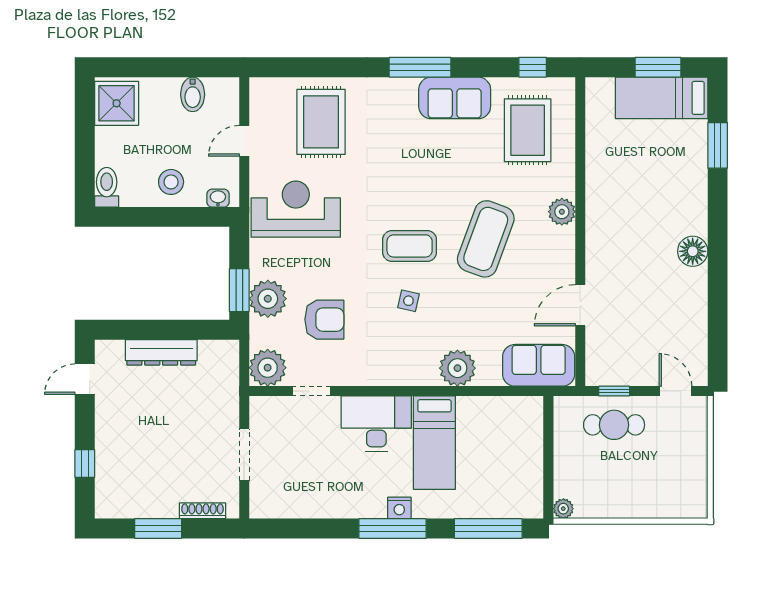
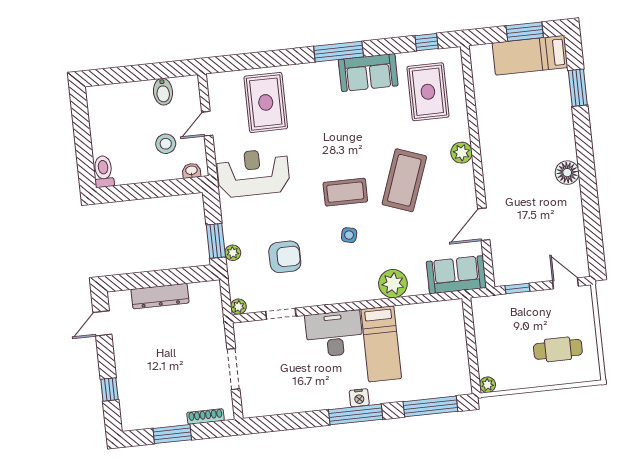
shower: (117, 103) -> (104, 105), removed
stool: (171, 182) -> (166, 144), moved
plant: (268, 299) -> (233, 253), width x0.53, depth x0.53
plant: (268, 368) -> (238, 307), width x0.53, depth x0.53
cafe table: (614, 425) -> (558, 349), moved

